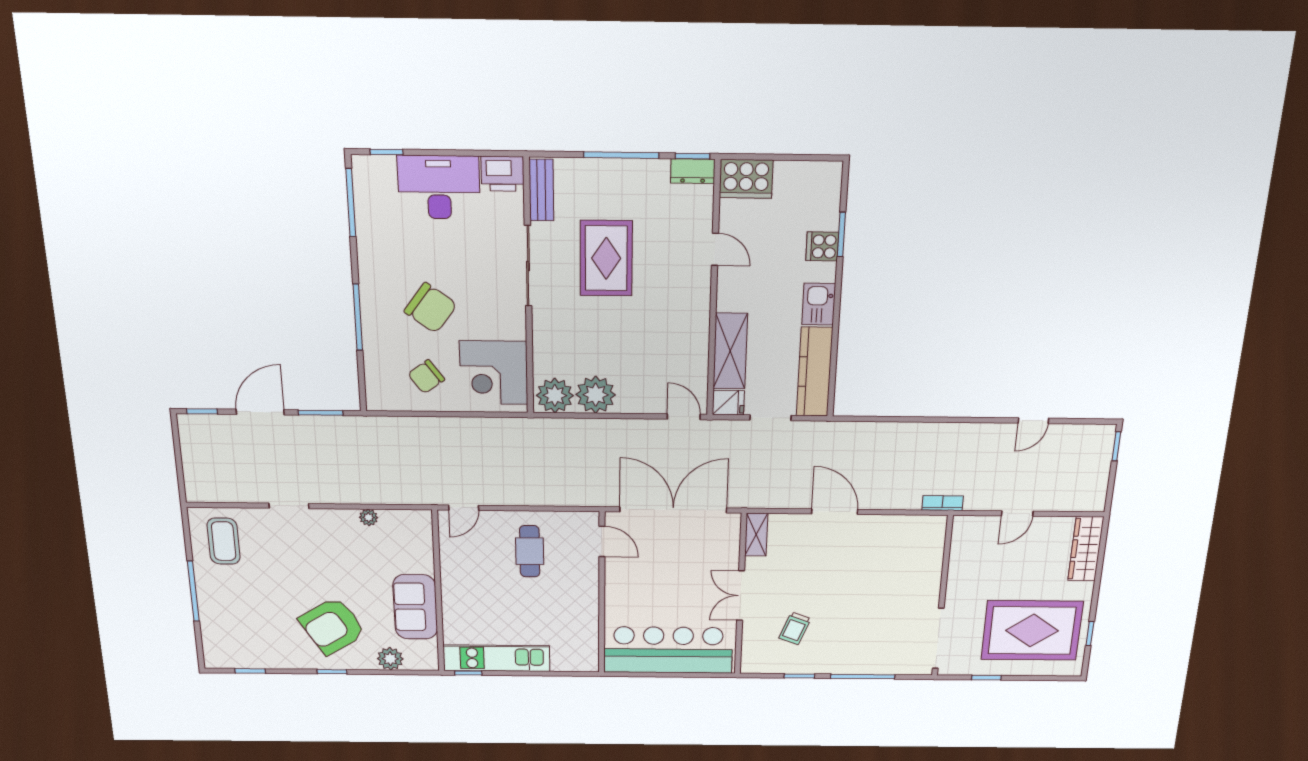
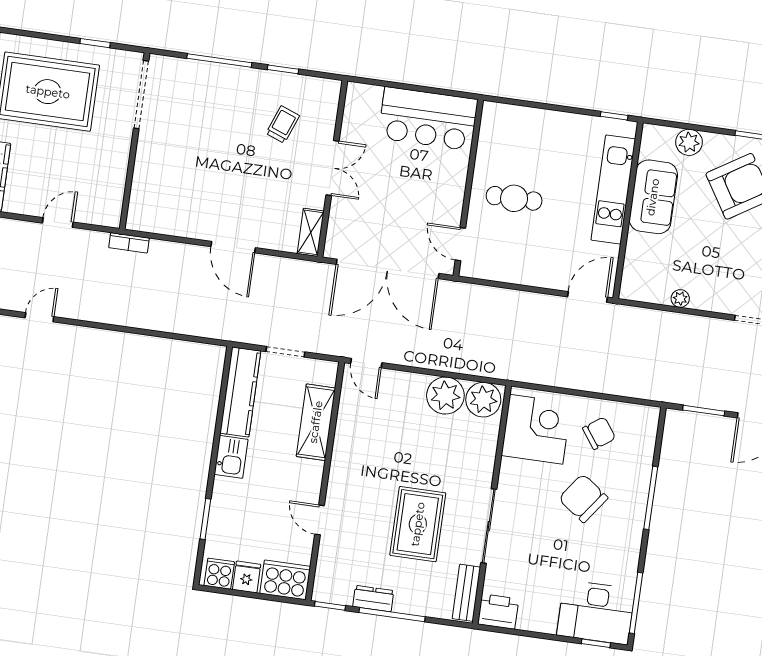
dresser: (693, 171) -> (373, 599), moved
desk: (439, 187) -> (596, 612), moved
cooker: (822, 246) -> (219, 574), moved, turned -90
fridge: (728, 403) -> (247, 577), moved, turned 90
door: (464, 508) -> (588, 297), width x1.38
cafe table: (530, 551) -> (514, 198), moved, turned 90
bar counter: (668, 650) -> (428, 119), width x0.73
kitchen unit: (496, 658) -> (613, 190), moved, turned 90

